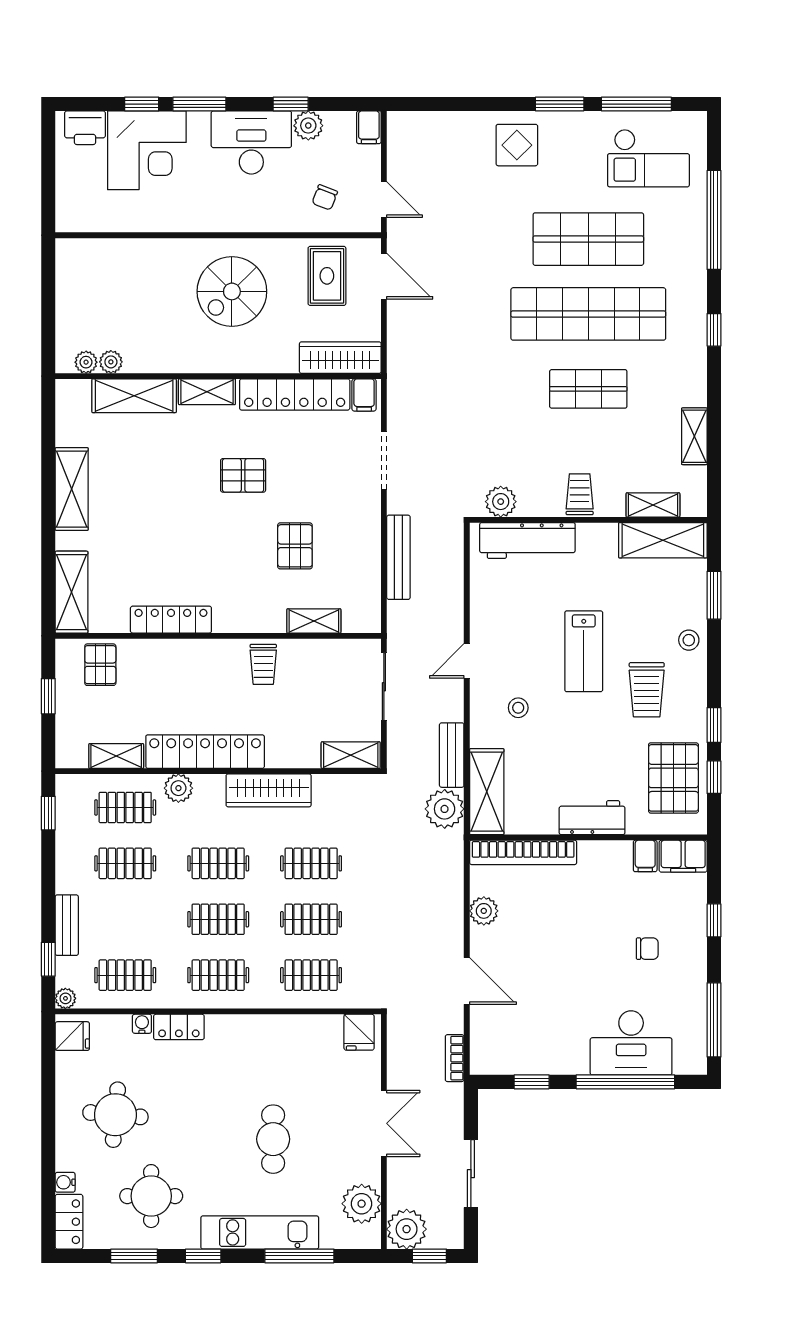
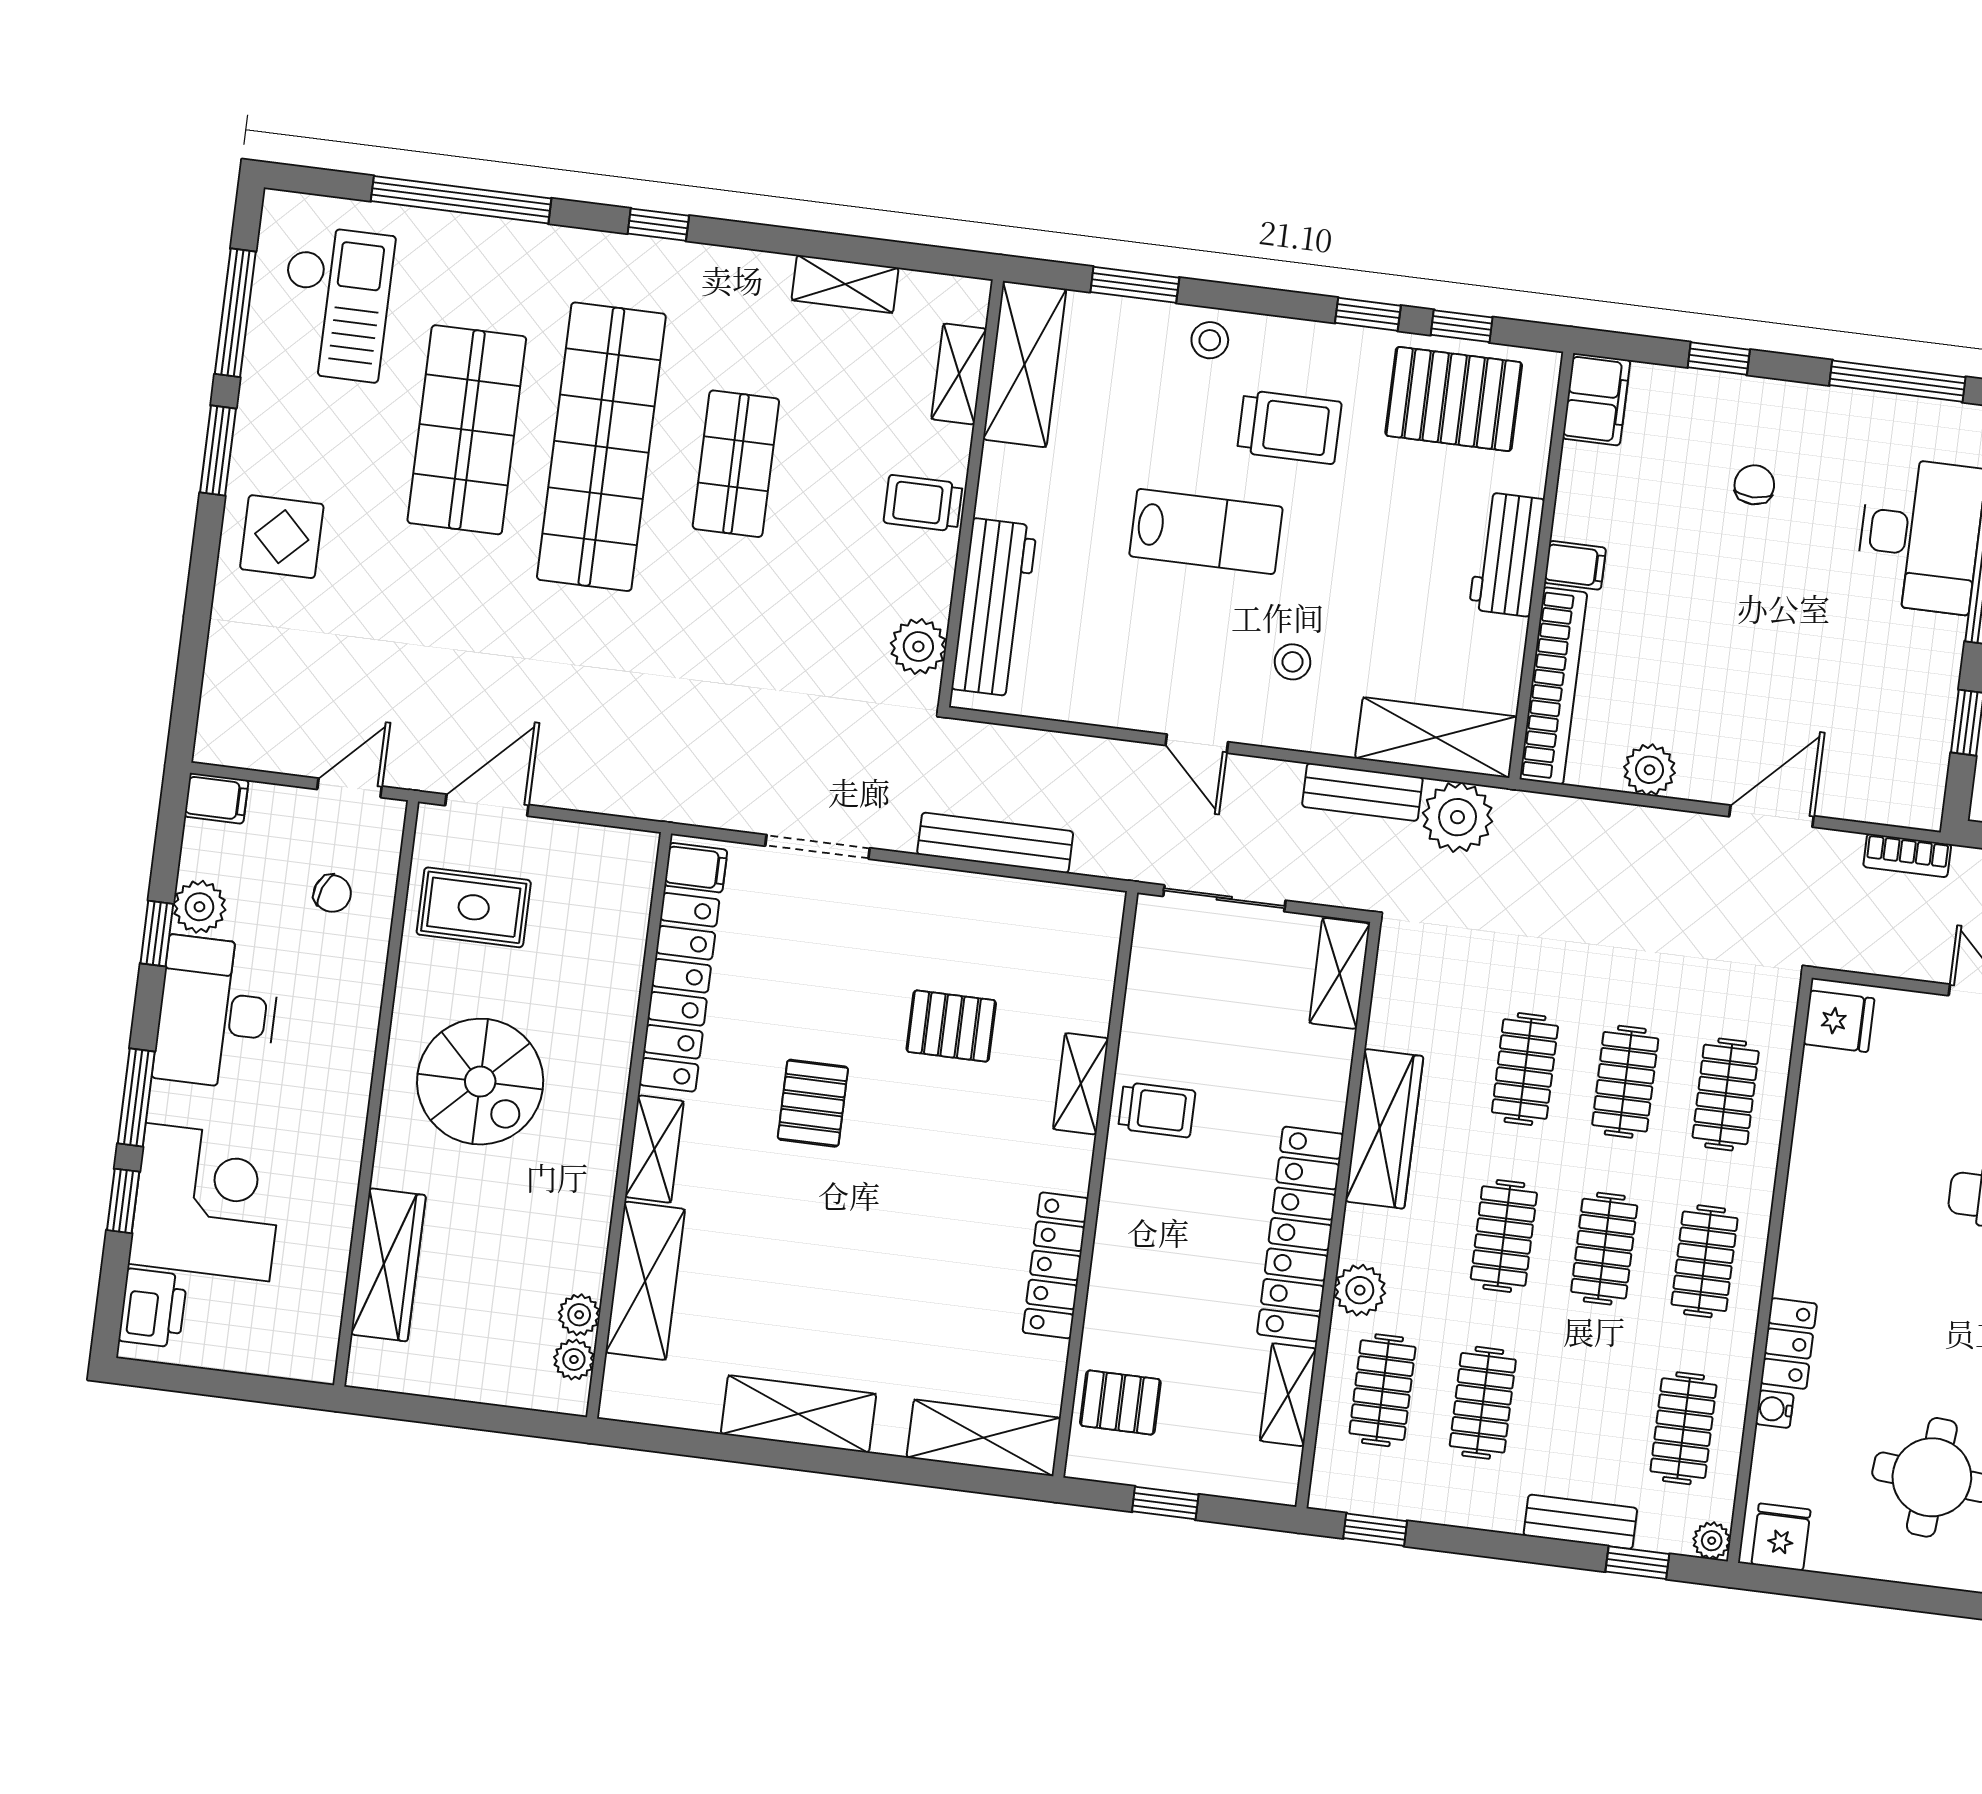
wardrobe: (340, 358) -> (388, 1265), moved, turned 180
shelving: (314, 621) -> (1081, 1084), moved
filing cabinet: (645, 856) -> (1575, 565), moved

